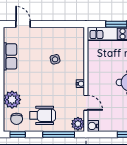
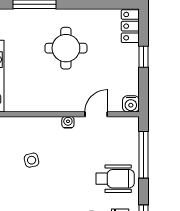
wheelchair: (43, 115) -> (115, 179), turned 90
plant: (78, 124) -> (128, 126), removed

